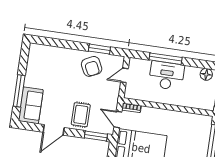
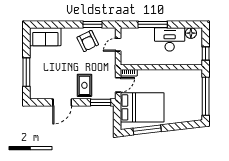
desk: (167, 76) -> (170, 39), moved
sofa: (31, 105) -> (45, 37), moved, turned 90
door: (118, 120) -> (118, 85), swing flipped

